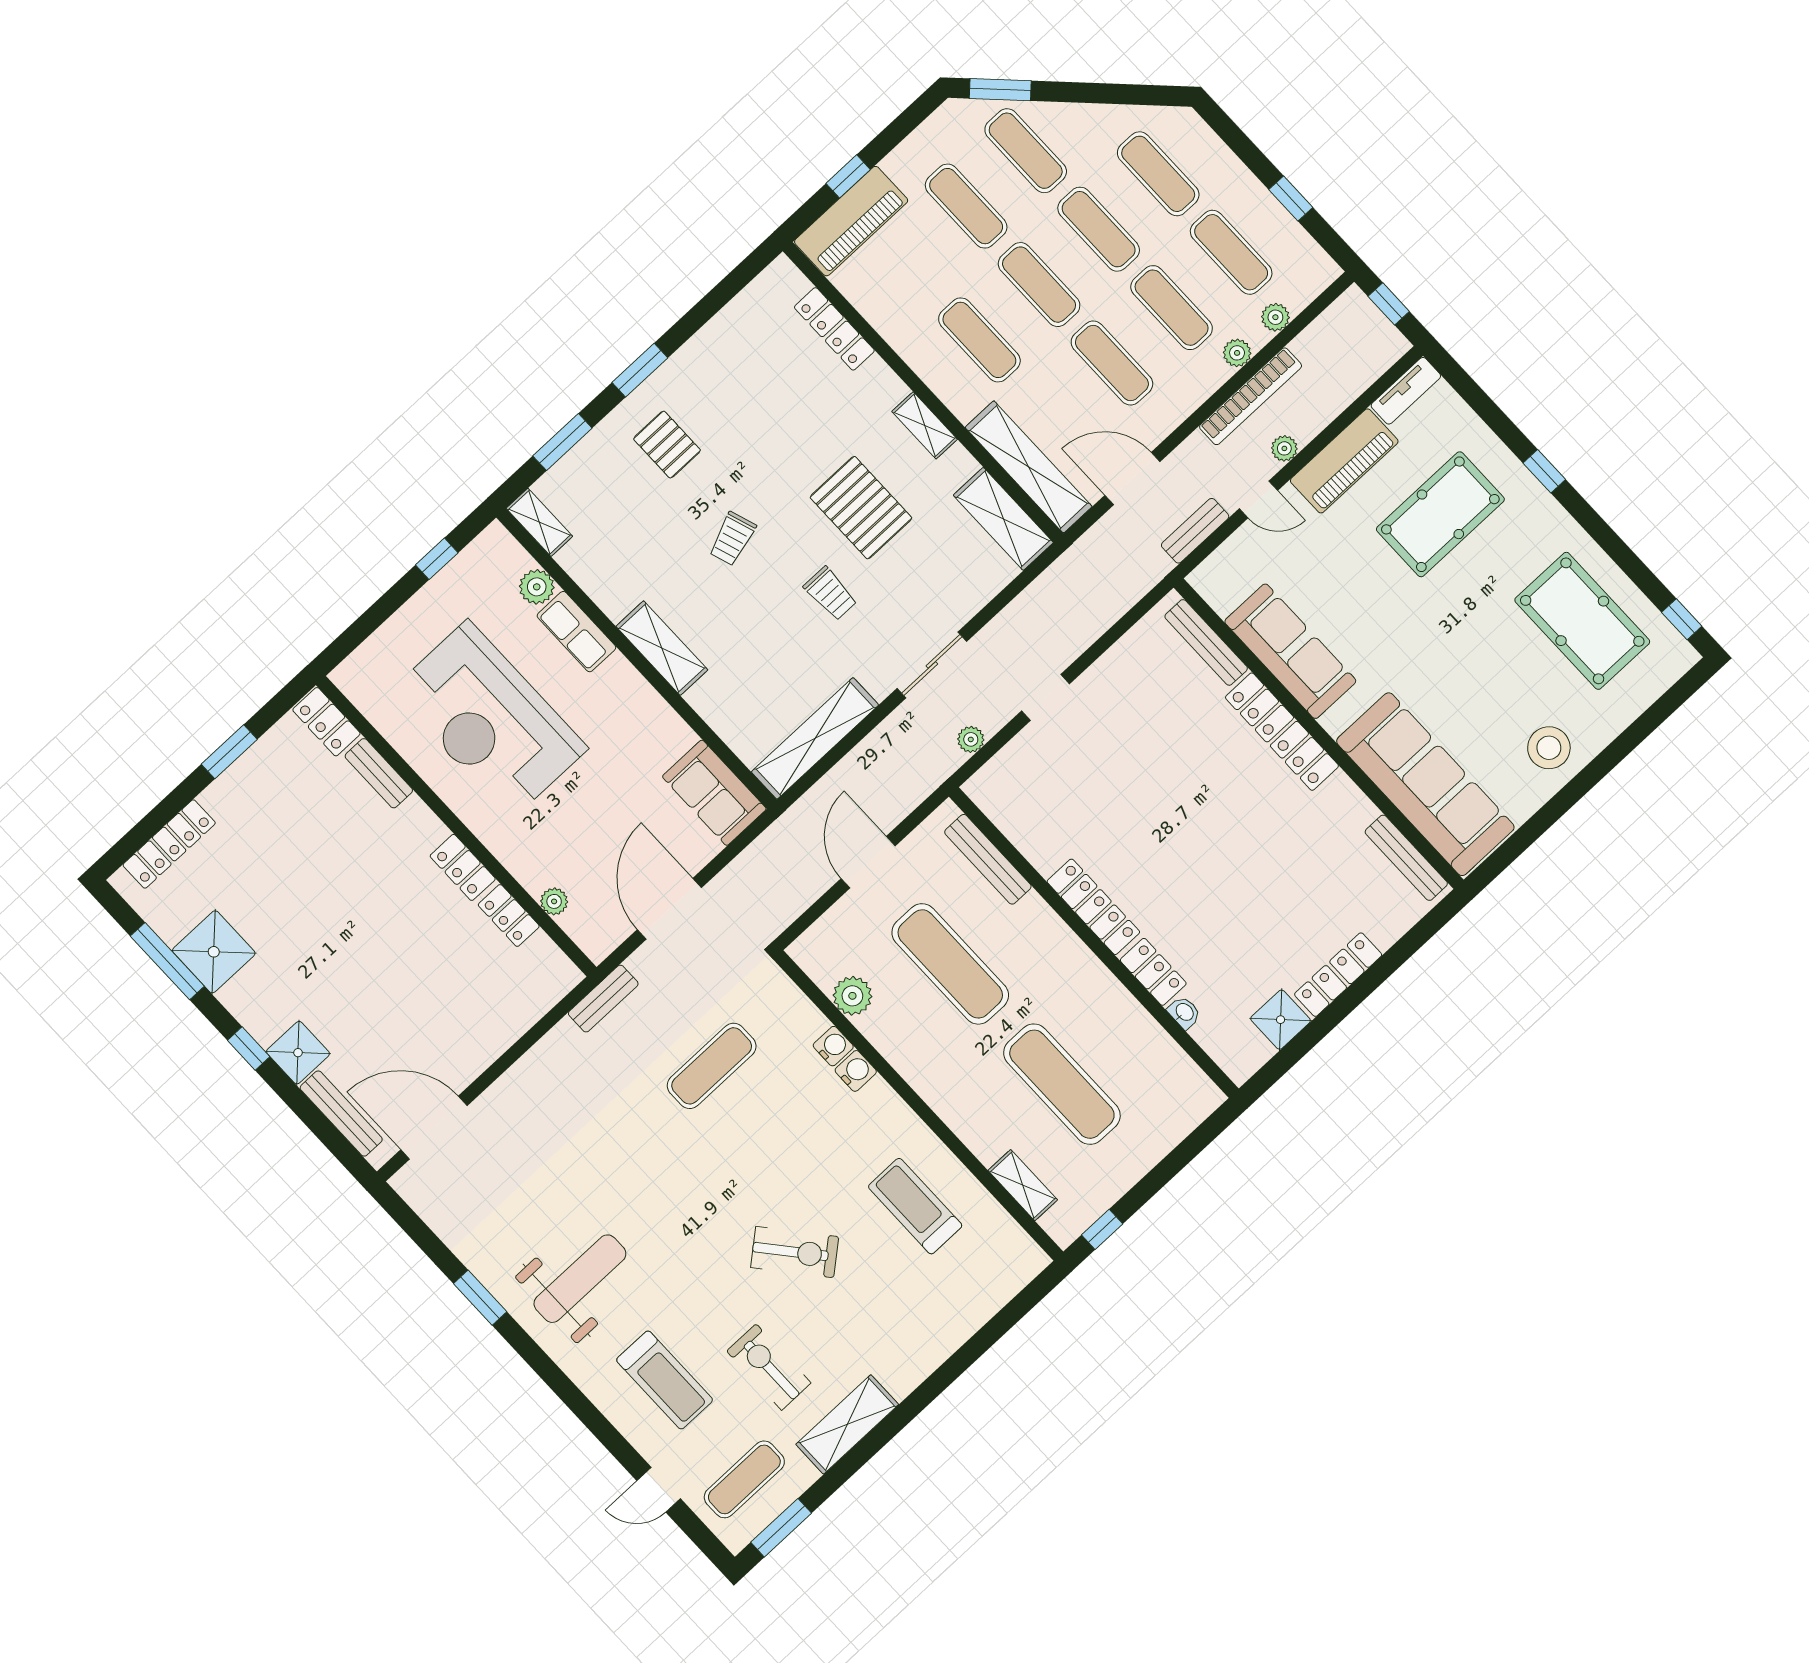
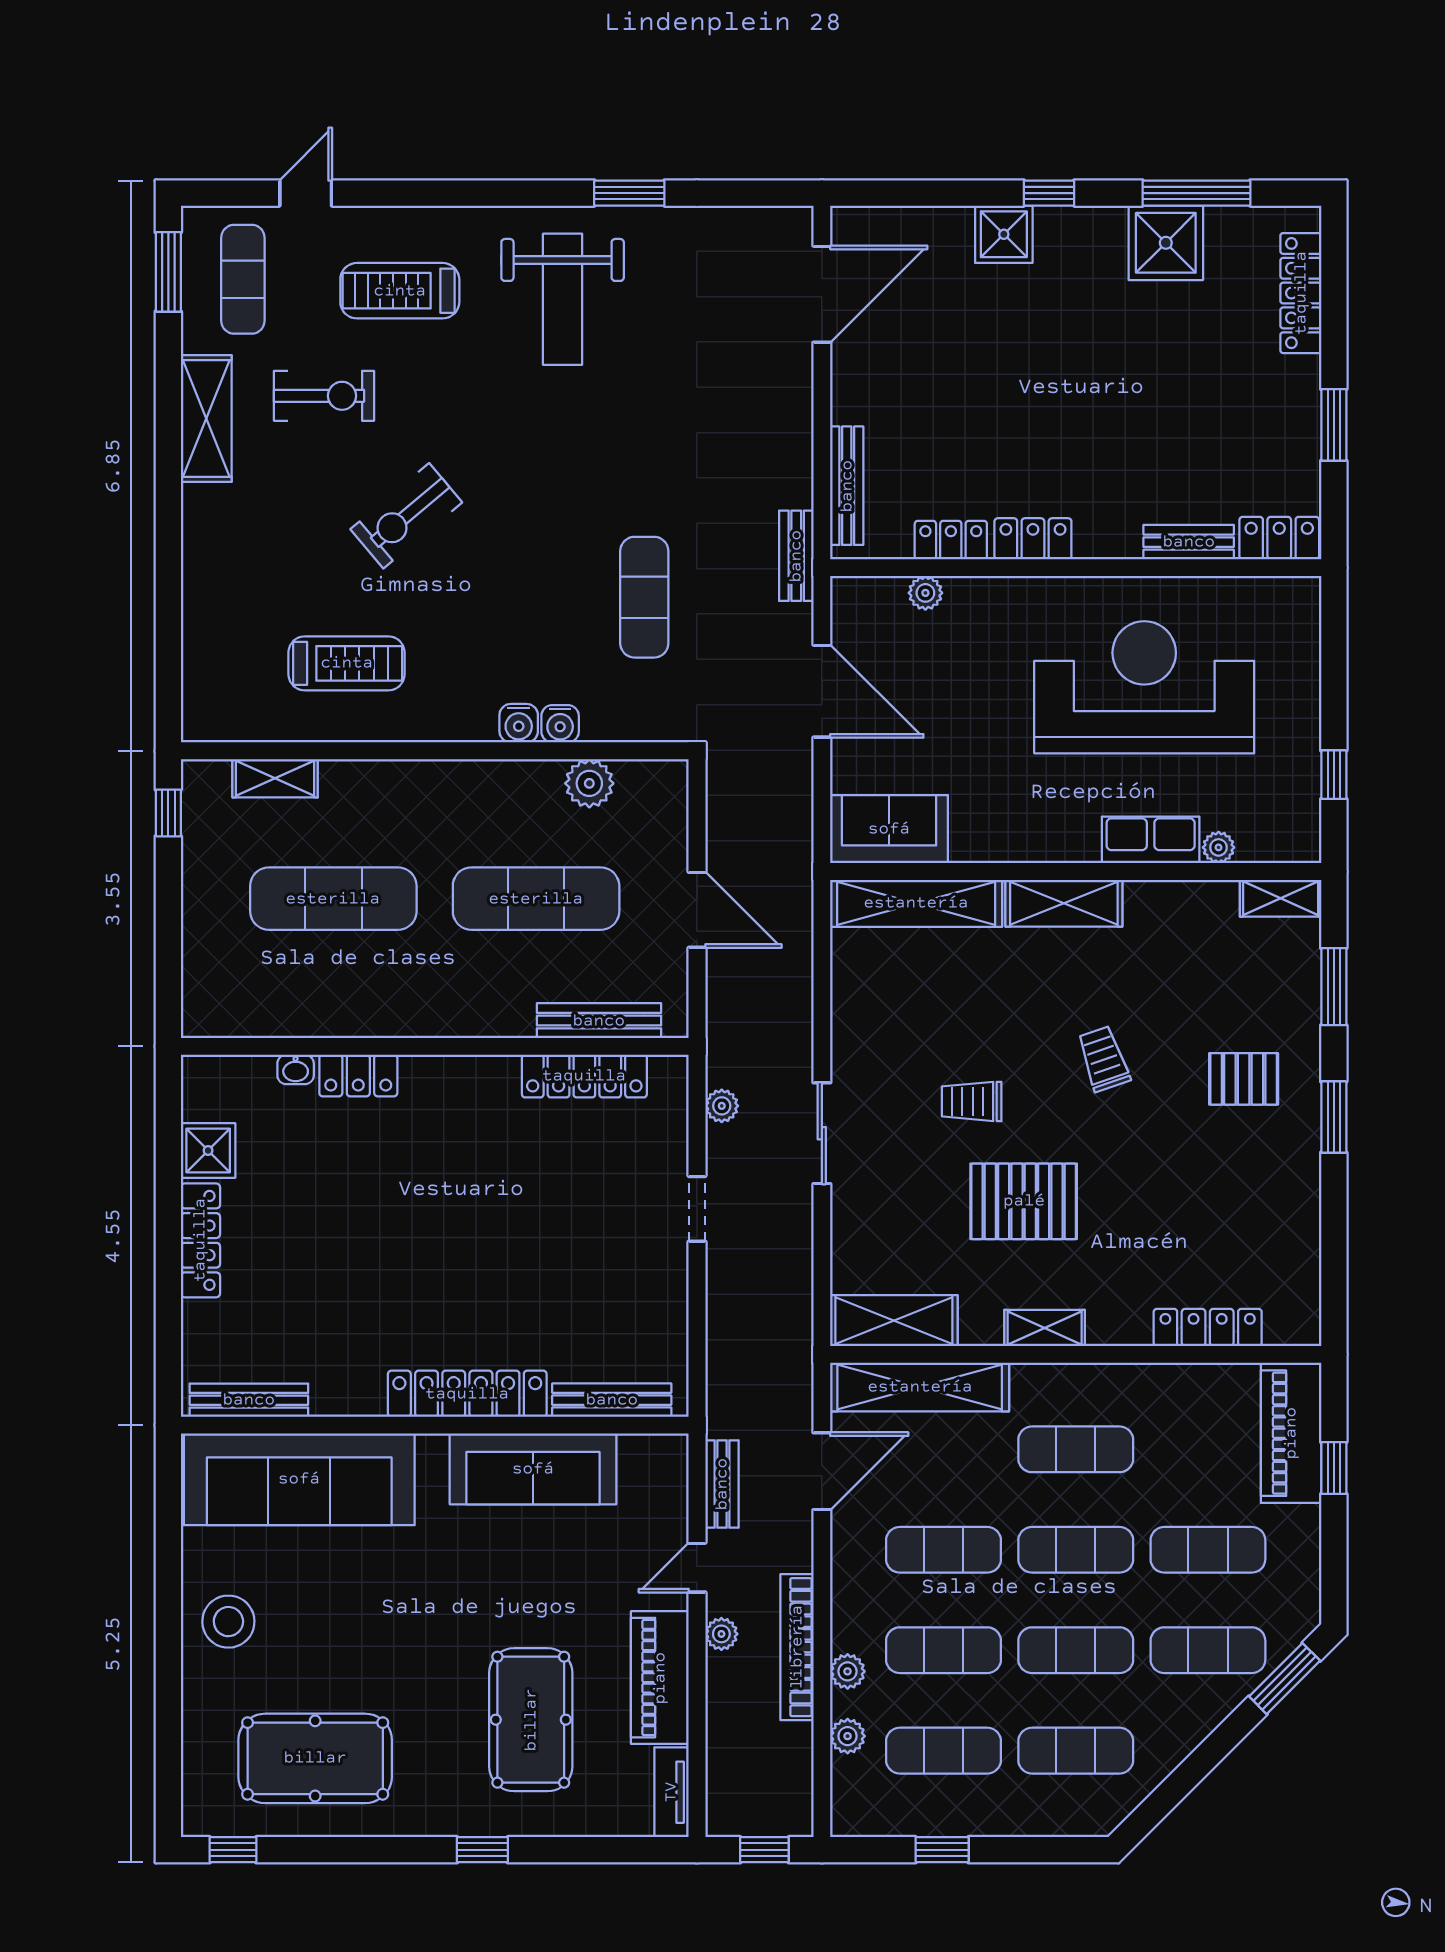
plant: (537, 587) -> (1219, 847), width x0.73, depth x0.73
shelving: (815, 738) -> (916, 903), moved, turned 90
locker: (1093, 907) -> (584, 1076), moved
bench: (341, 1114) -> (847, 486), moved, turned 90

